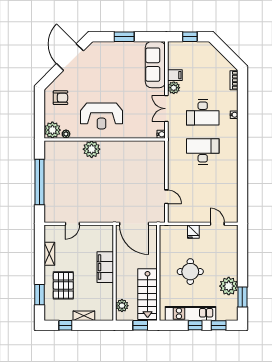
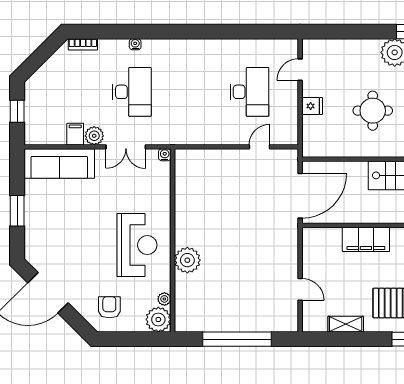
desk: (203, 151) -> (250, 92), moved, turned 180

